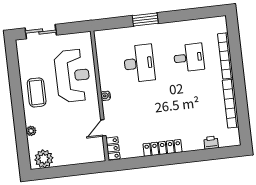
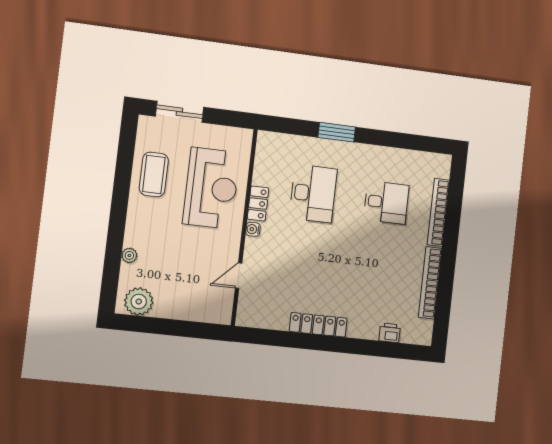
coffee table: (37, 92) -> (154, 174), moved
locker: (113, 148) -> (258, 203), moved

